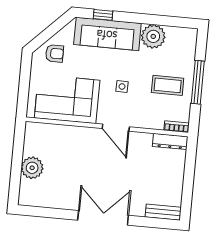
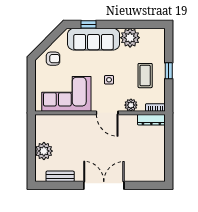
window: (198, 82) -> (169, 71), width x0.46
coffee table: (168, 85) -> (145, 76), turned 90
plant: (146, 121) -> (131, 105), added
bench: (163, 212) -> (60, 176), moved

